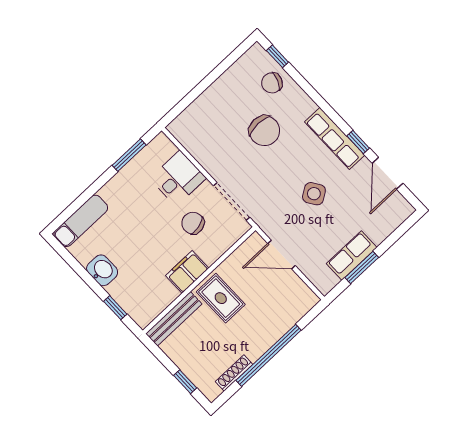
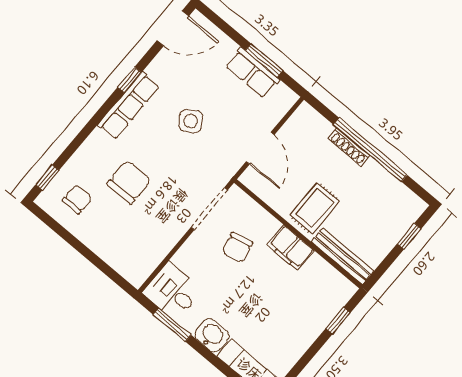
chair: (272, 83) -> (77, 199), moved, turned -111
door: (388, 173) -> (173, 28), moved
desk: (178, 178) -> (172, 291), moved
washbasin: (102, 270) -> (212, 335), moved, turned 90
shoe rack: (234, 373) -> (349, 147), moved

